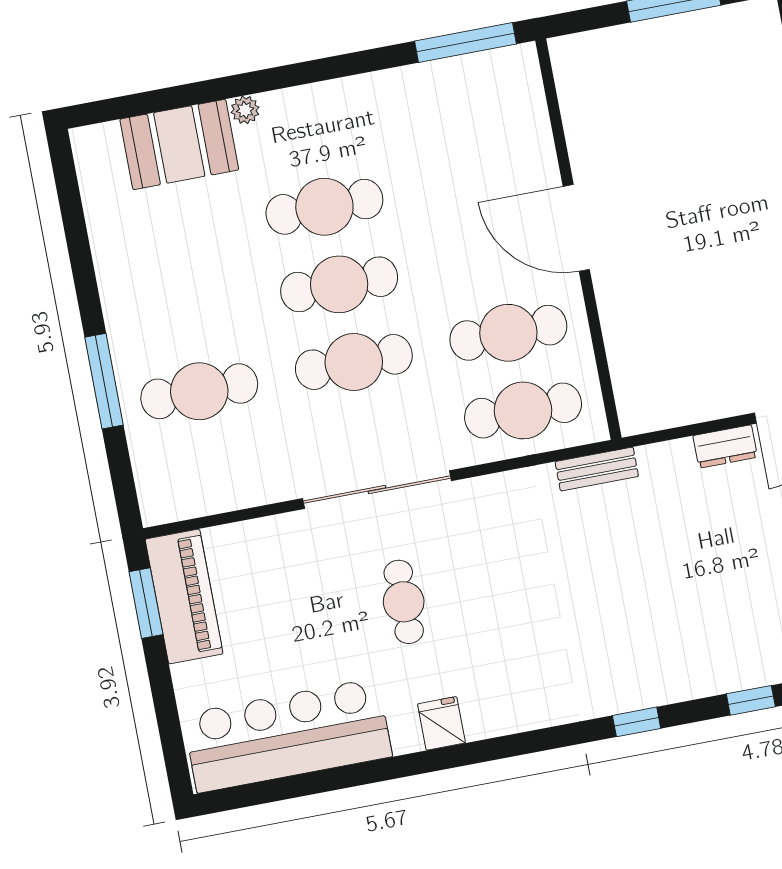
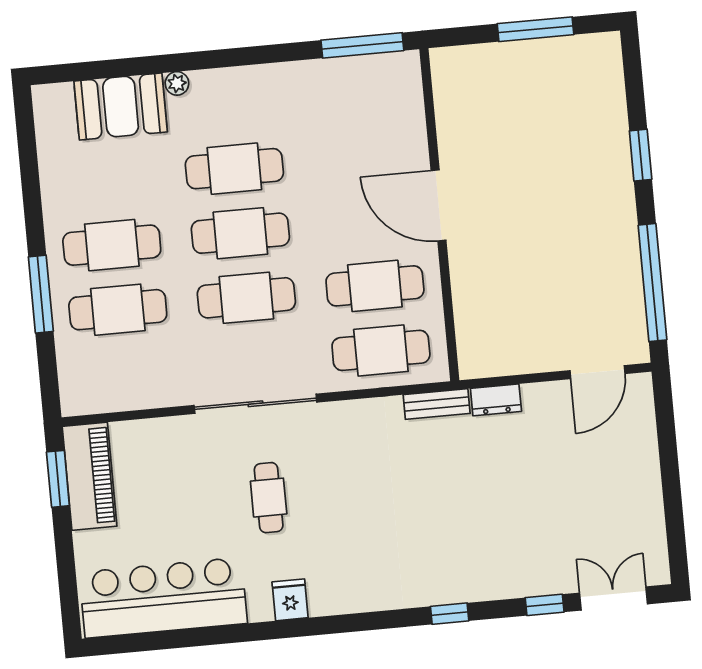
cafe table: (185, 314) -> (112, 245), added
dresser: (725, 446) -> (496, 400), moved

